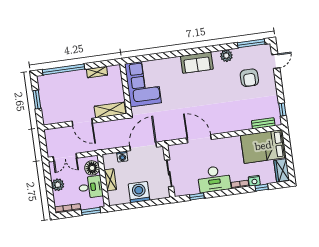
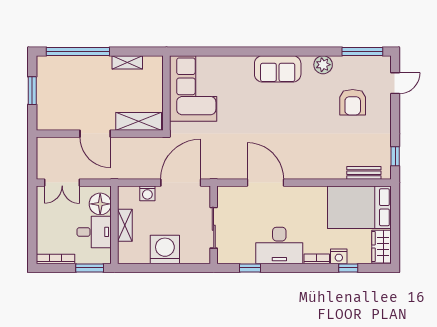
plant: (58, 185) -> (46, 222), removed

